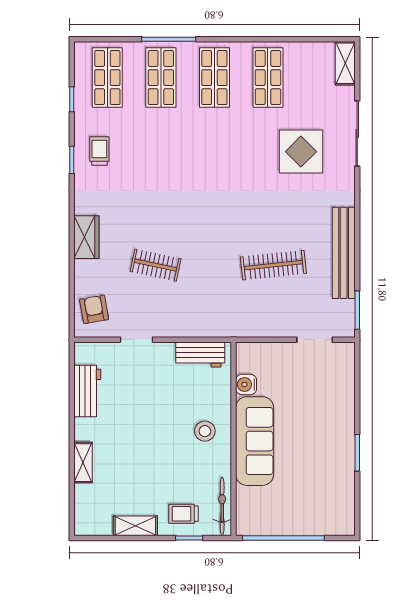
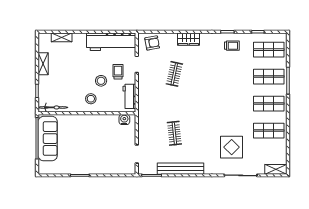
clothes rail: (273, 265) -> (174, 133), width x0.73
water cooler: (246, 385) -> (124, 119), moved
workbench: (87, 391) -> (111, 42), width x1.88, depth x1.32
stool: (169, 411) -> (101, 81), added
sofa: (255, 441) -> (48, 139), moved, turned -90
shelving: (83, 463) -> (62, 37), moved
trolley: (184, 514) -> (118, 72), moved

